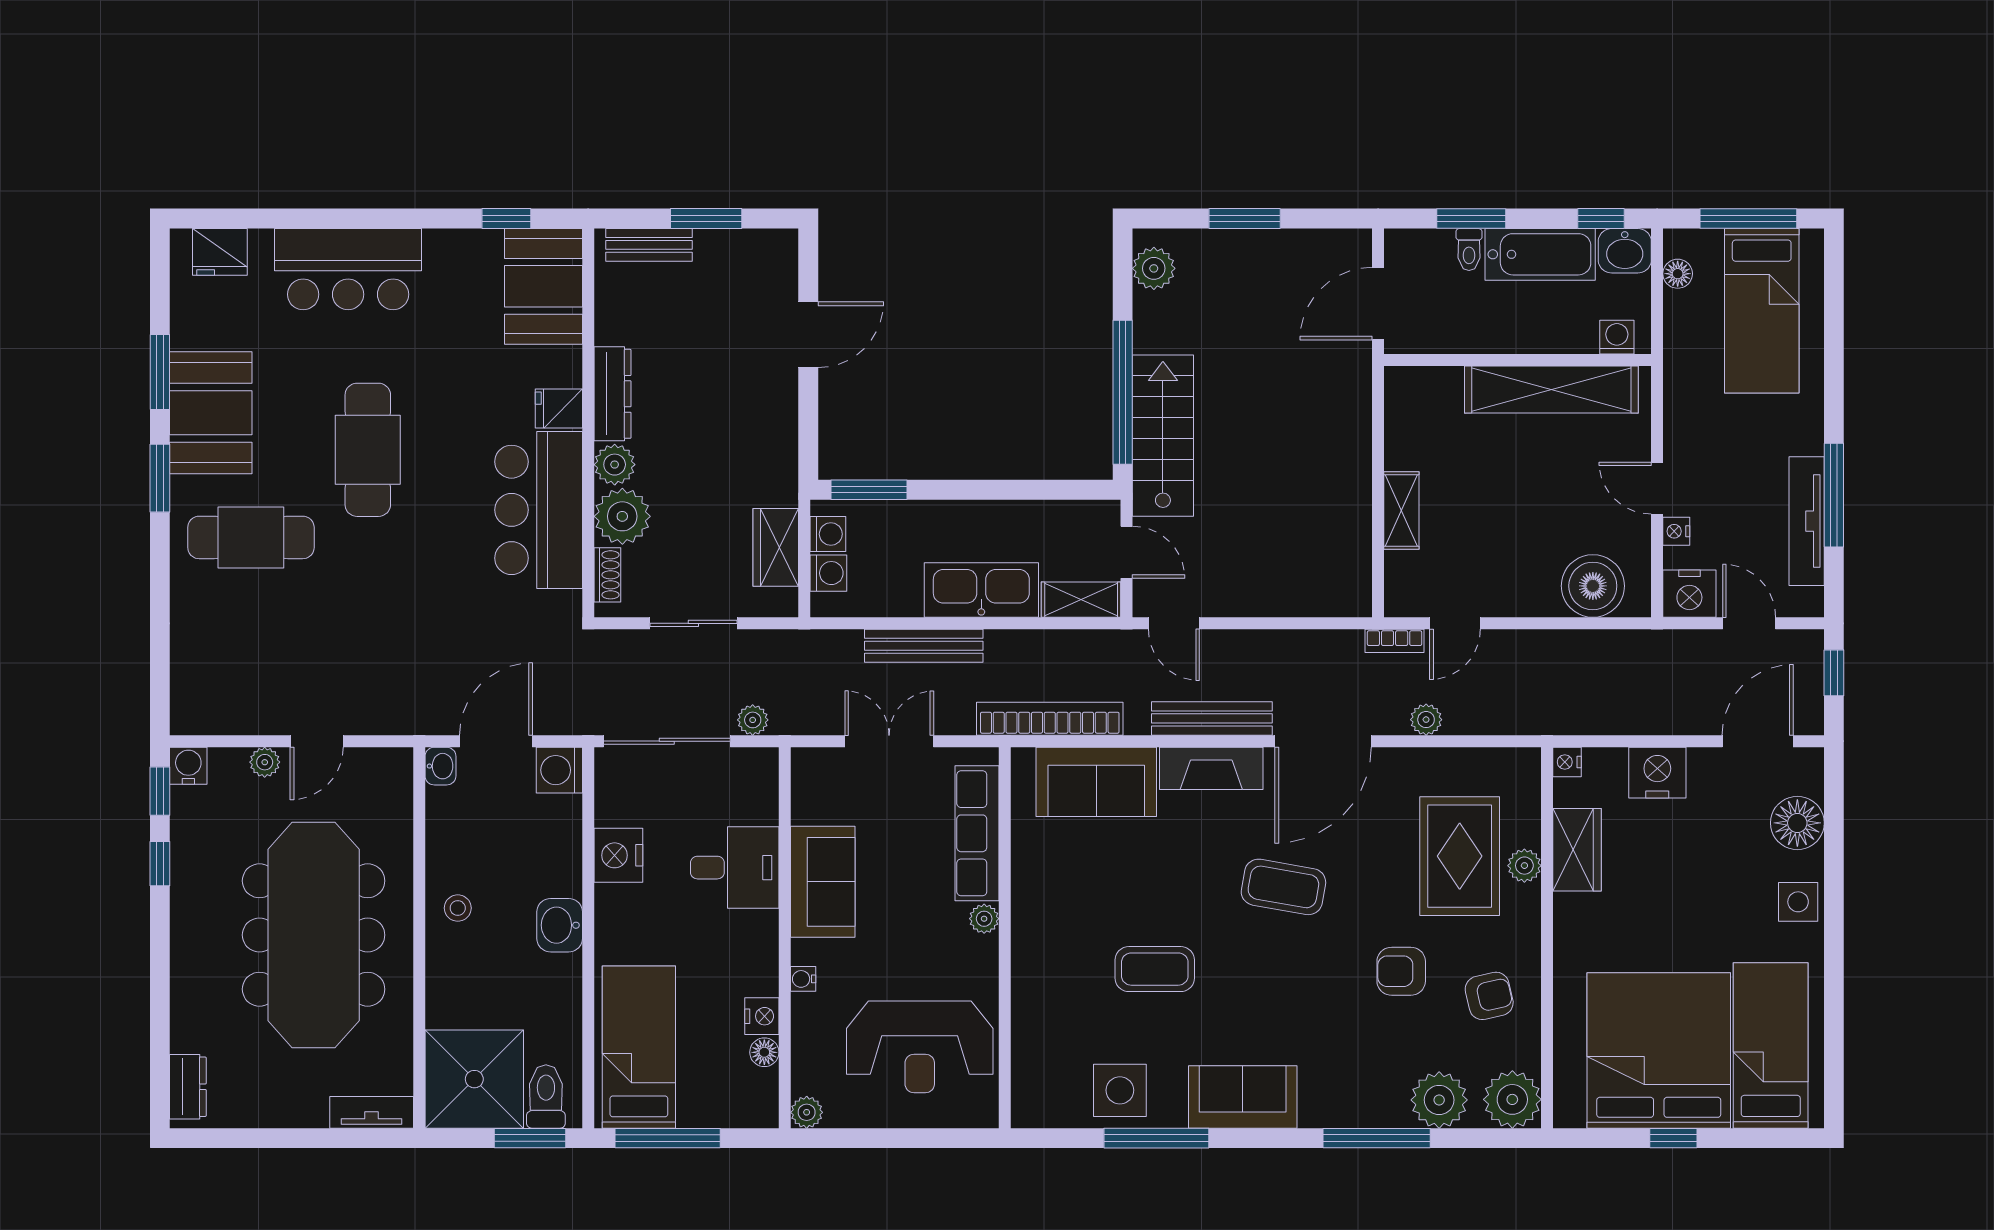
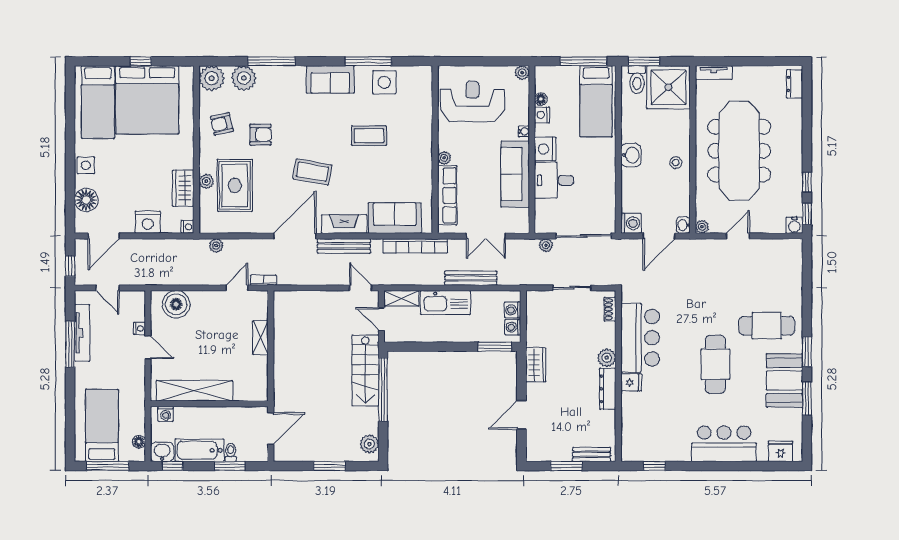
booth: (543, 286) -> (638, 436), removed
plant: (622, 516) -> (603, 335), removed
wardrobe: (776, 547) -> (536, 365), moved
nightstand: (1689, 594) -> (134, 301), removed
plant: (1426, 720) -> (216, 245), moved
plant: (265, 762) -> (702, 227), moved
nightstand: (618, 855) -> (545, 149), moved, turned 180
sofa: (823, 882) -> (515, 174), width x1.36

